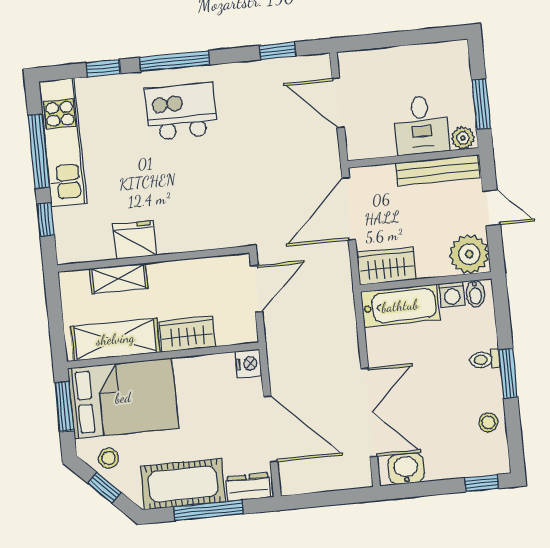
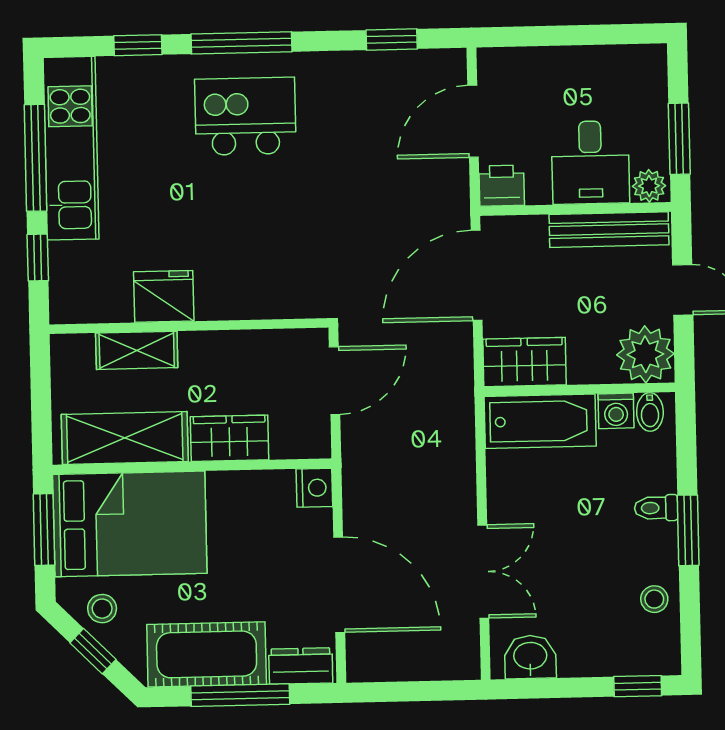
door: (338, 103) -> (473, 121), hinge flipped
printer: (361, 146) -> (502, 186), added
double door: (369, 412) -> (483, 572), width x0.73

